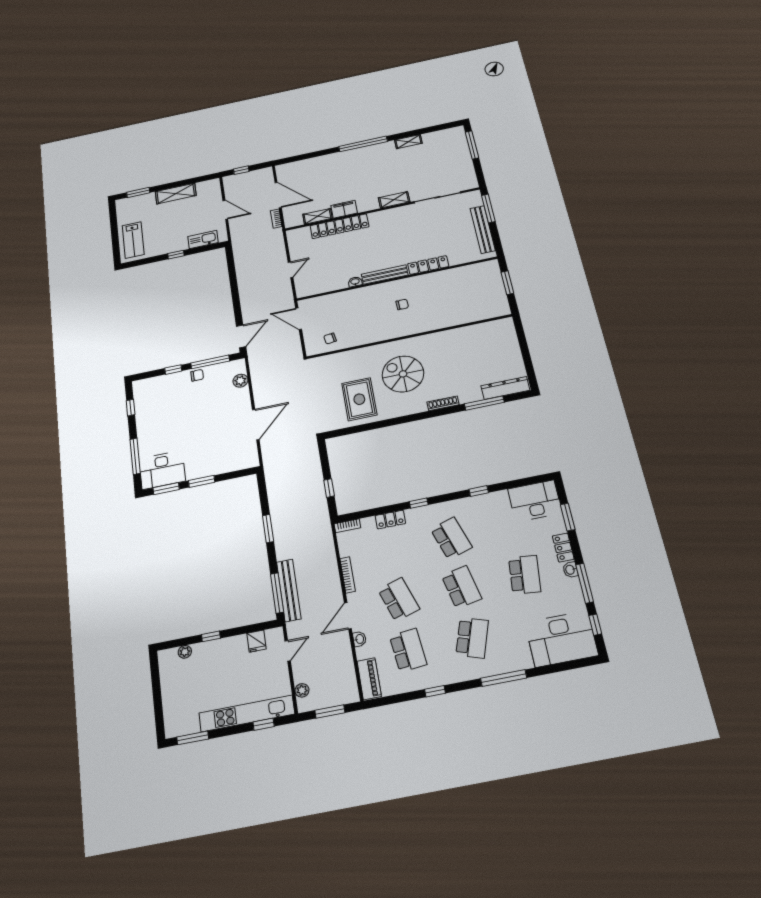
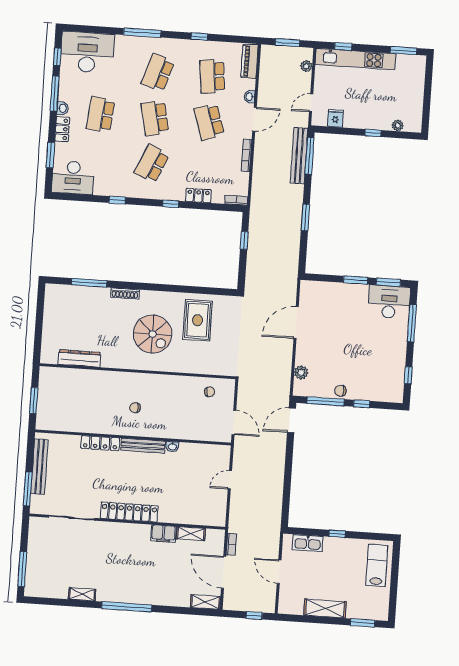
shelving: (394, 200) -> (205, 602), moved
locker: (339, 226) -> (129, 512), moved
dresser: (505, 388) -> (79, 358), moved, turned 180
school desk: (451, 538) -> (152, 164), turned 42

